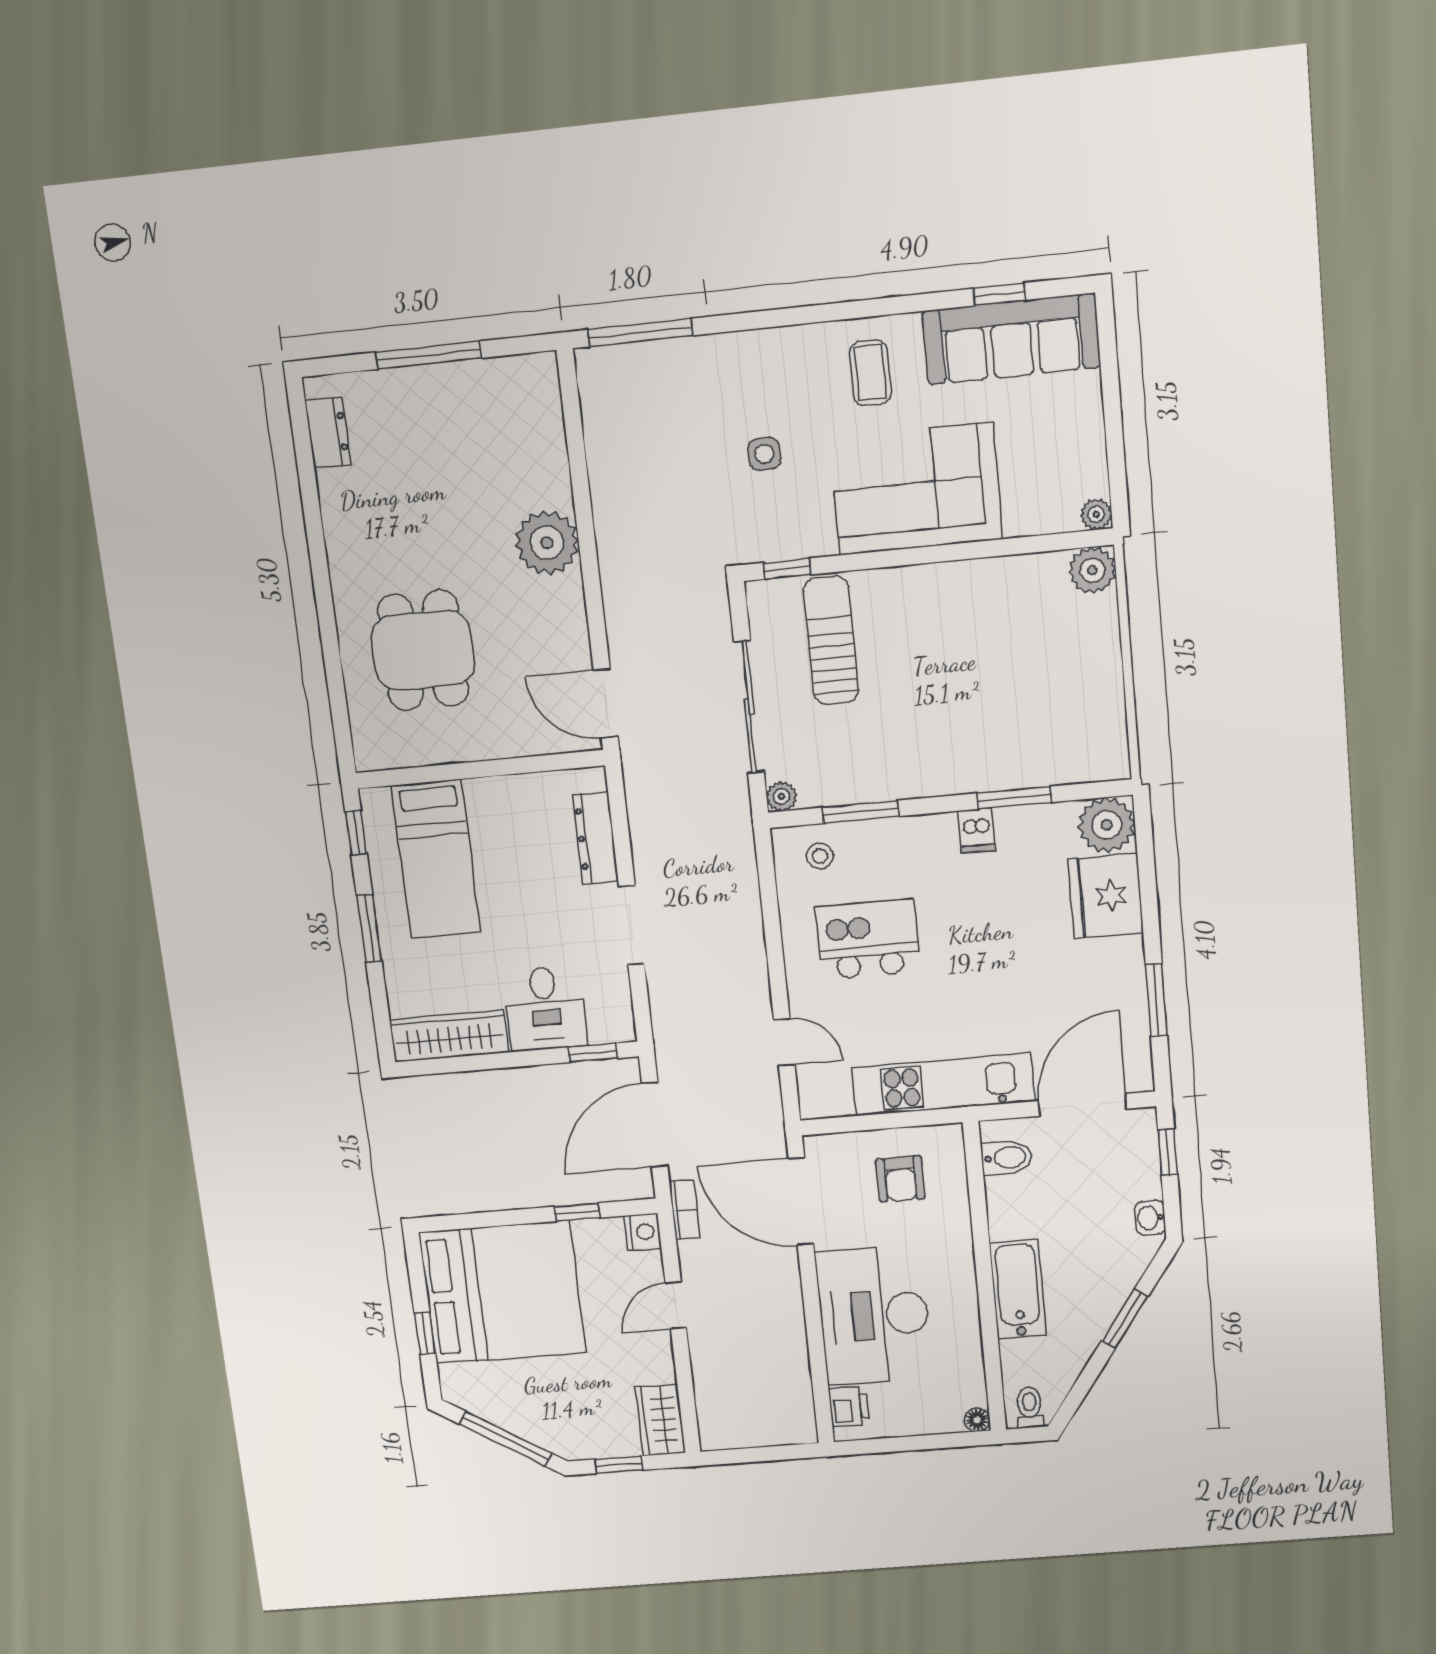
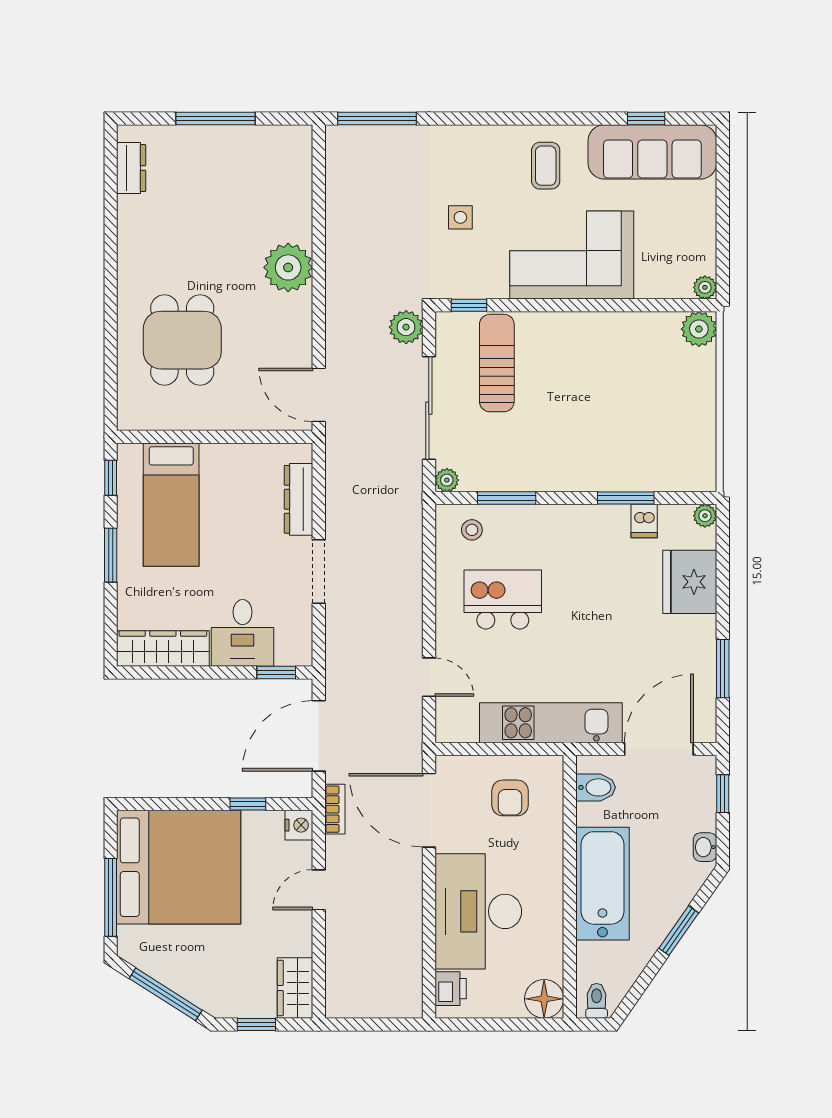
plant: (708, 605) -> (406, 327), added
plant: (1107, 825) -> (705, 516), width x0.53, depth x0.53
dishwasher: (976, 831) -> (644, 521), moved
bathtub: (1018, 1289) -> (602, 884), width x1.36, depth x1.36
window: (425, 1334) -> (111, 897), width x2.17
floor lamp: (977, 1420) -> (544, 999), width x1.89, depth x1.89

